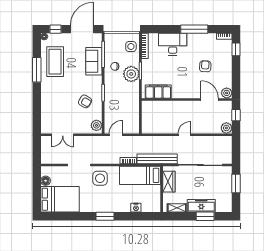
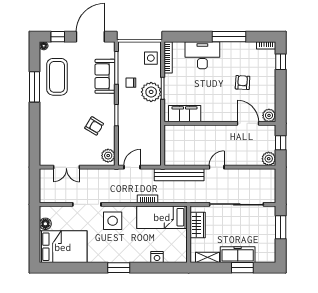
bench: (157, 159) -> (179, 175), moved

